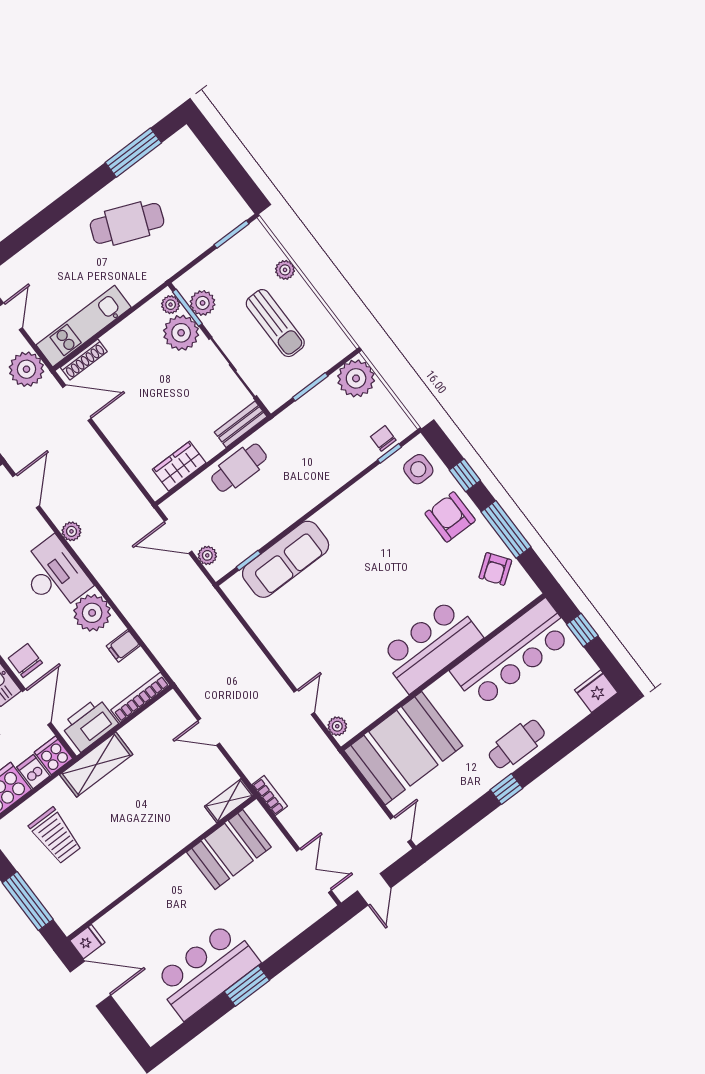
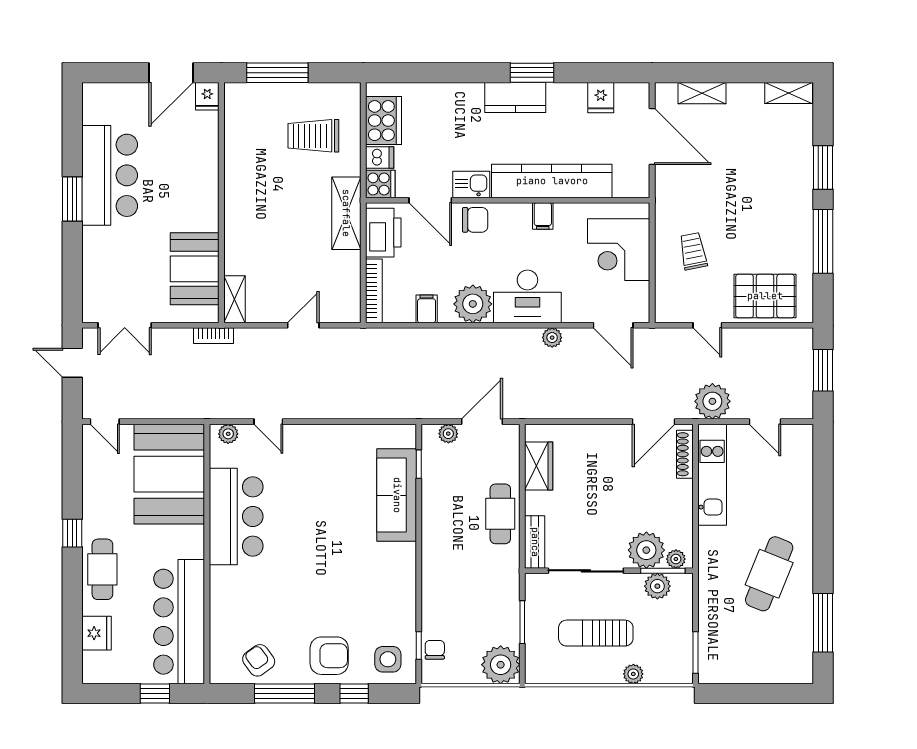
chair: (383, 438) -> (435, 650), turned -90
bar counter: (431, 645) -> (236, 516), moved
fridge: (596, 691) -> (96, 633), moved

